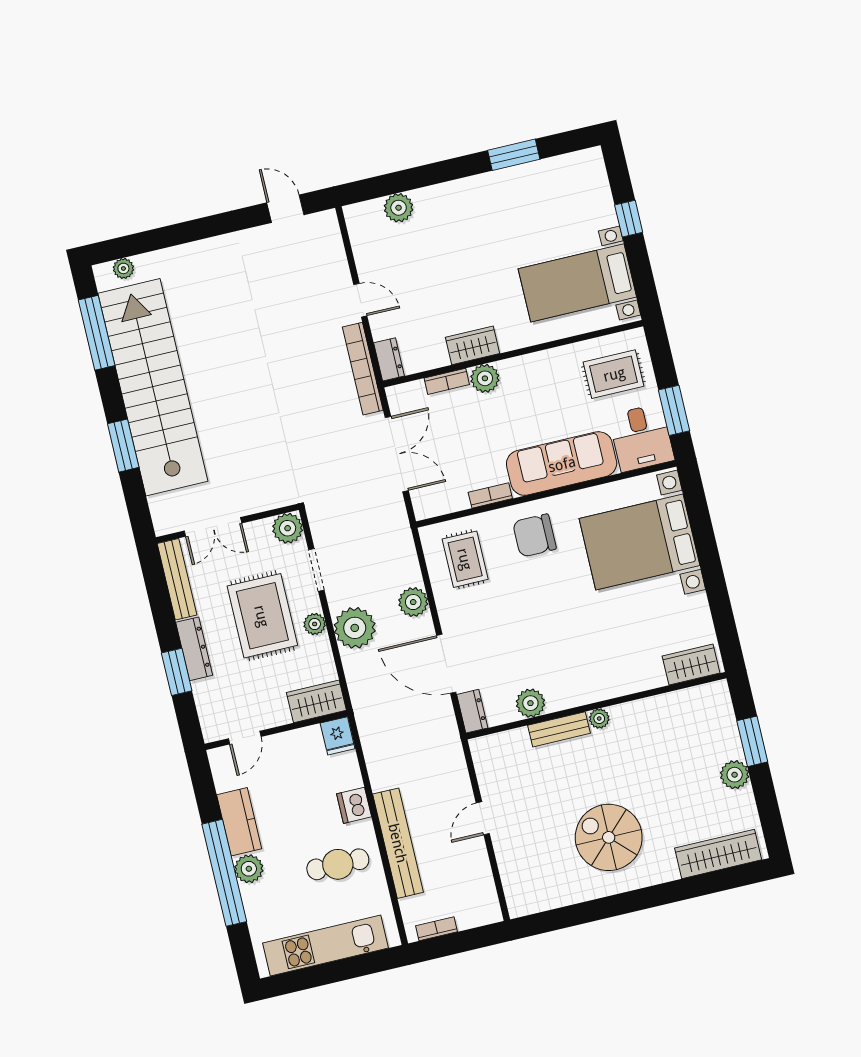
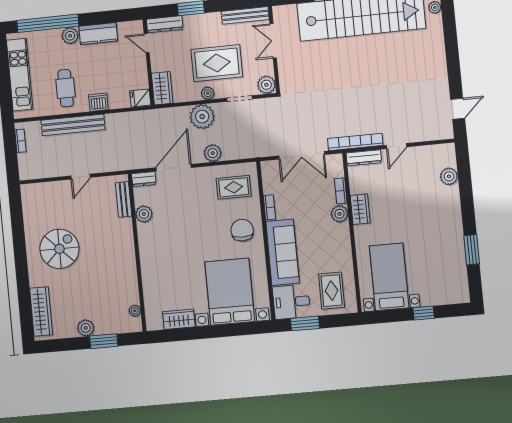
dresser: (389, 359) -> (364, 158), width x1.44
dresser: (194, 649) -> (165, 24), moved
wardrobe: (691, 665) -> (179, 319), moved, turned -90
plant: (599, 719) -> (135, 311), moved
bench: (559, 729) -> (124, 199), moved
door: (483, 818) -> (81, 177), swing flipped
window: (224, 873) -> (48, 23), moved

